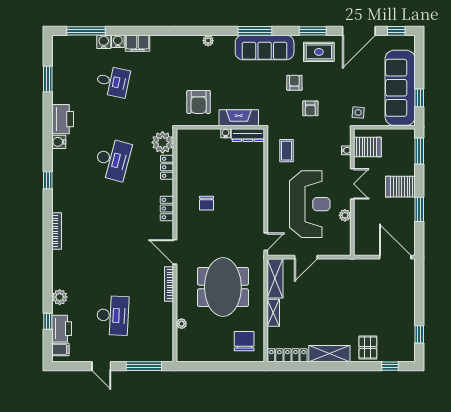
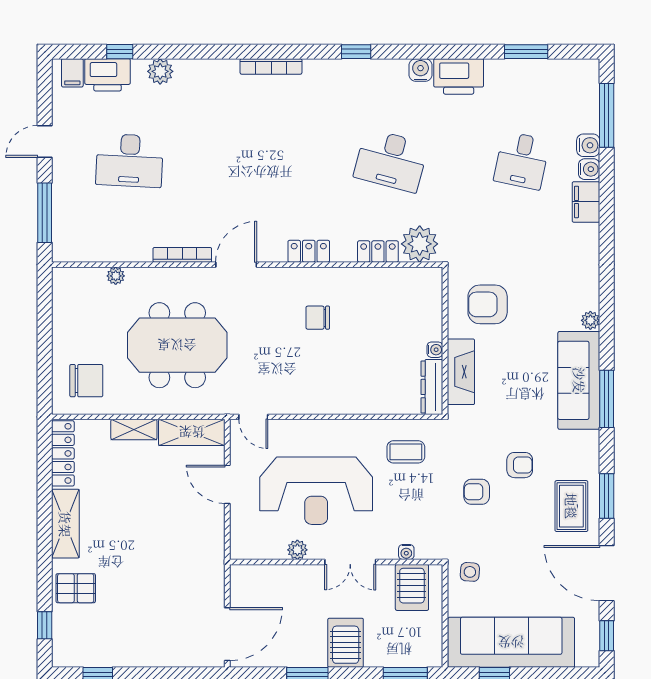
sofa: (265, 47) -> (579, 380), moved

